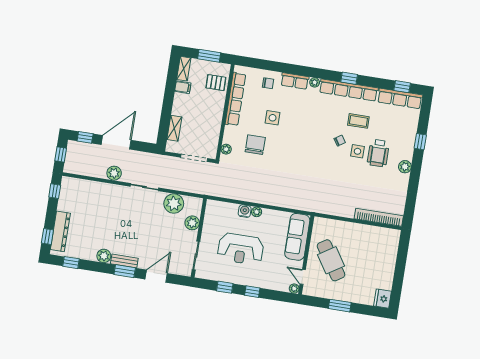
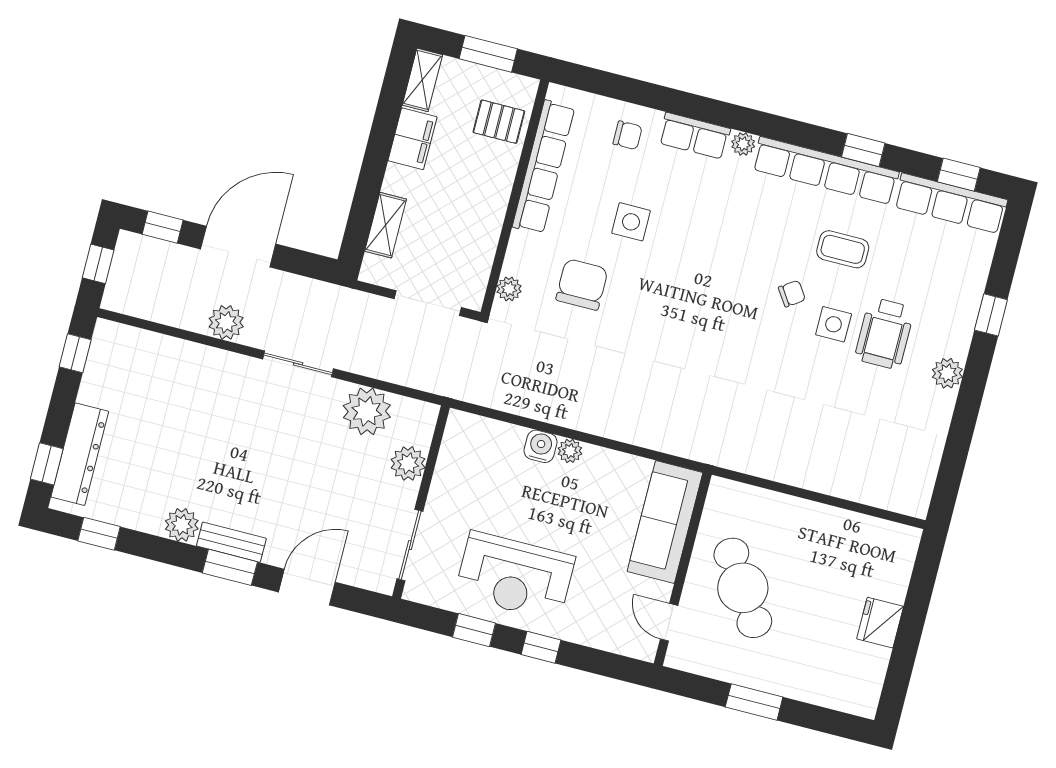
window: (349, 78) -> (863, 150), moved
filing cabinet: (183, 87) -> (413, 139), width x2.00
bookcase: (379, 217) -> (871, 492), removed
reception desk: (241, 249) -> (515, 576), moved
plant: (294, 289) -> (645, 649), removed
fridge: (383, 299) -> (880, 623), moved

